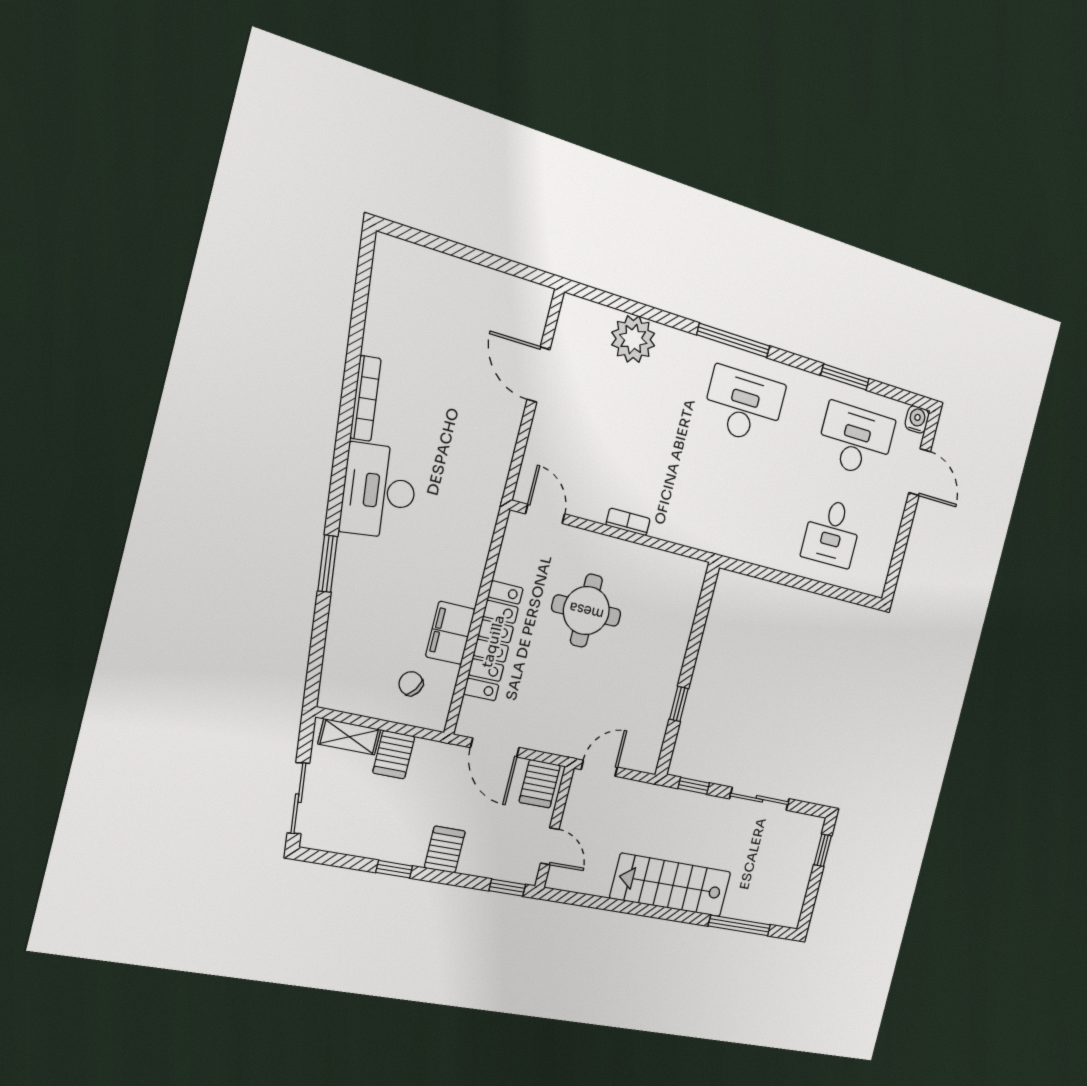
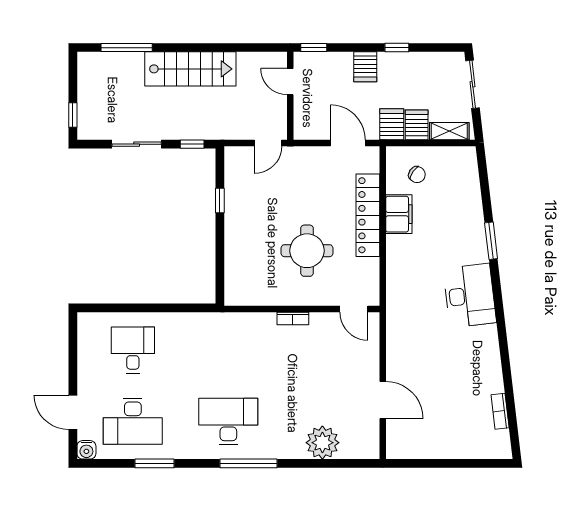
bookcase: (366, 398) -> (500, 411), moved, width x0.64
desk: (744, 405) -> (228, 421), turned 180
server rack: (540, 784) -> (392, 124), moved

